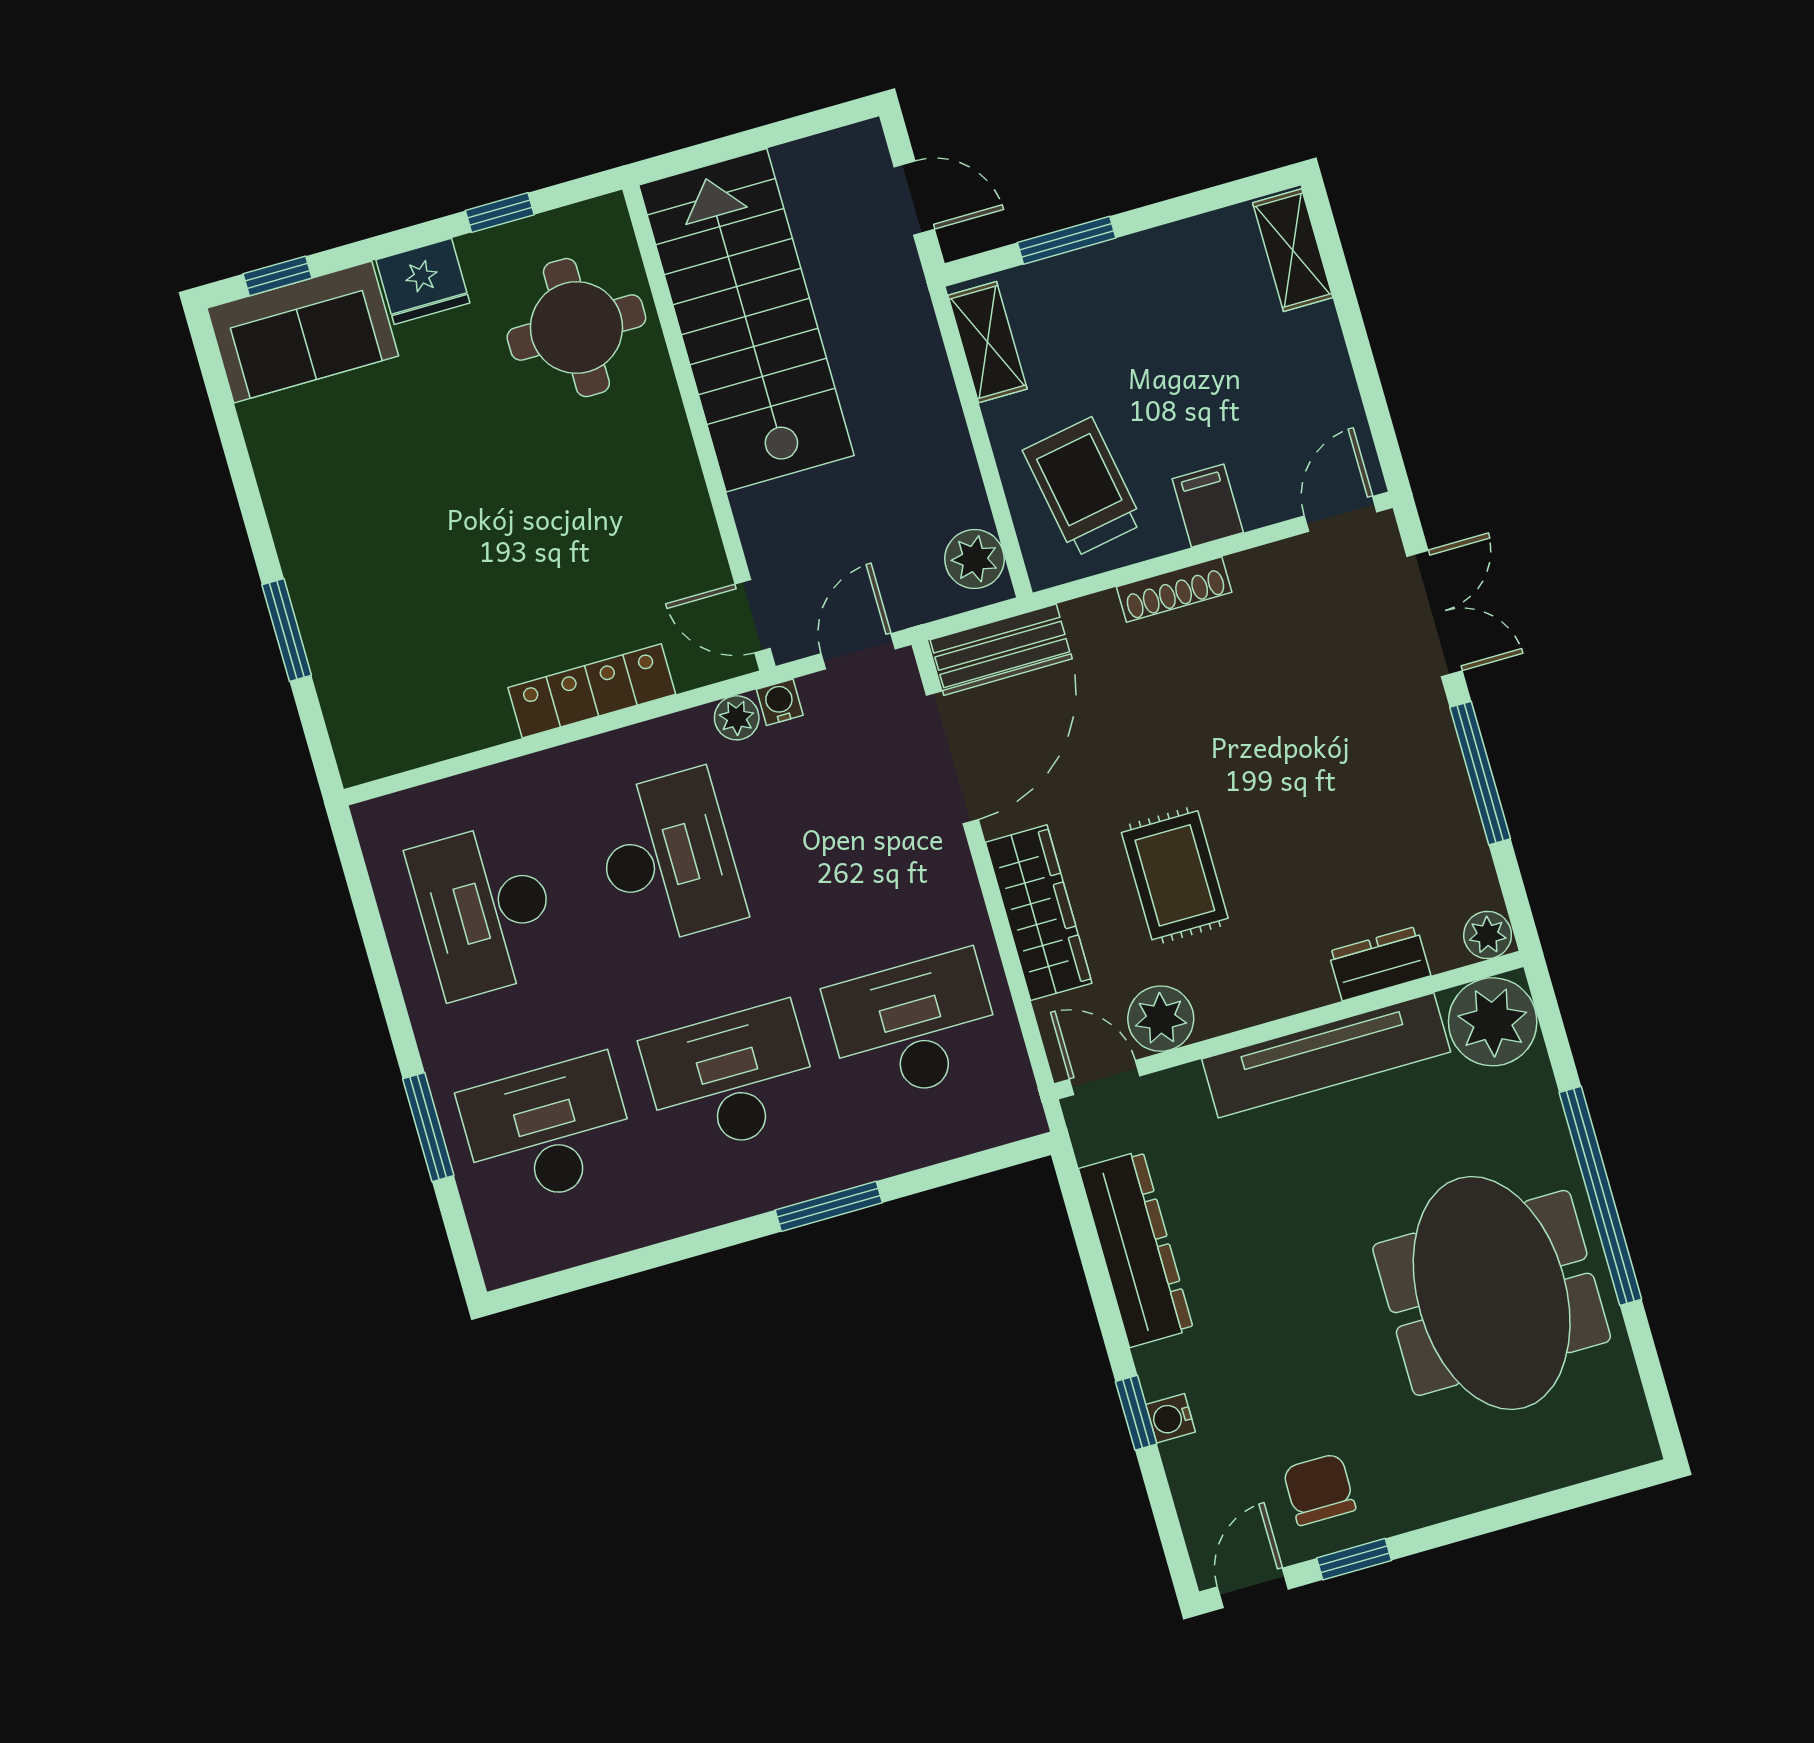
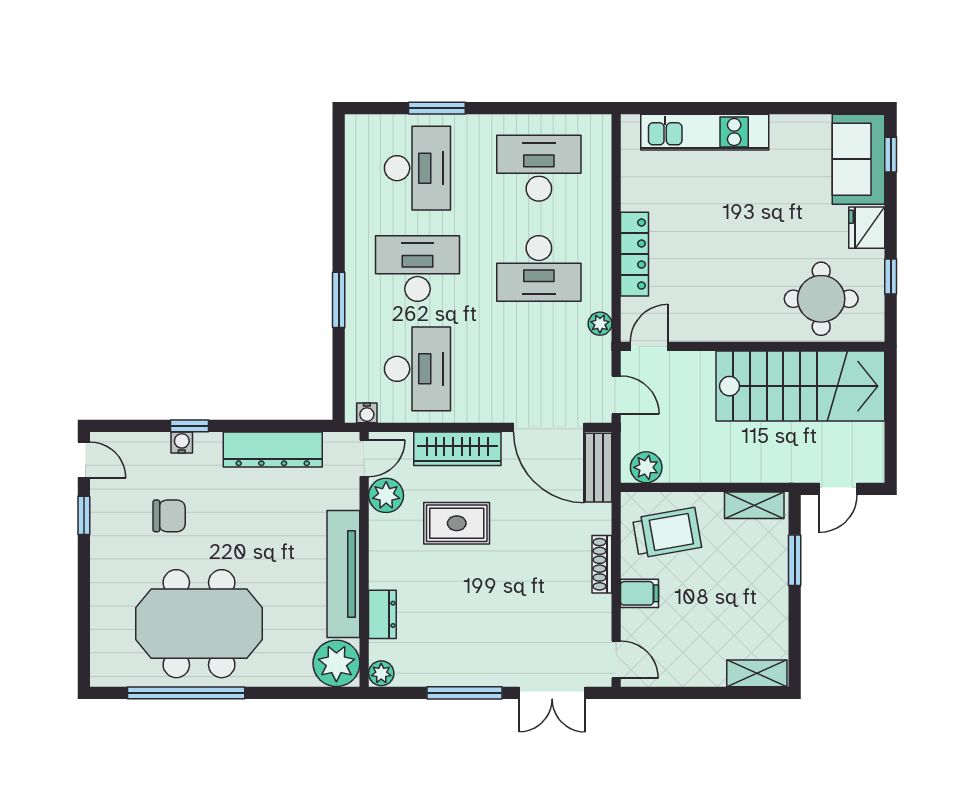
kitchen unit: (333, 626) -> (705, 132), added
window: (287, 630) -> (710, 108), removed
water cooler: (780, 702) -> (367, 413), moved, turned 90
desk: (731, 1079) -> (418, 269), turned -90
window: (1600, 1196) -> (186, 693), moved
chair: (1319, 1489) -> (169, 516), moved

